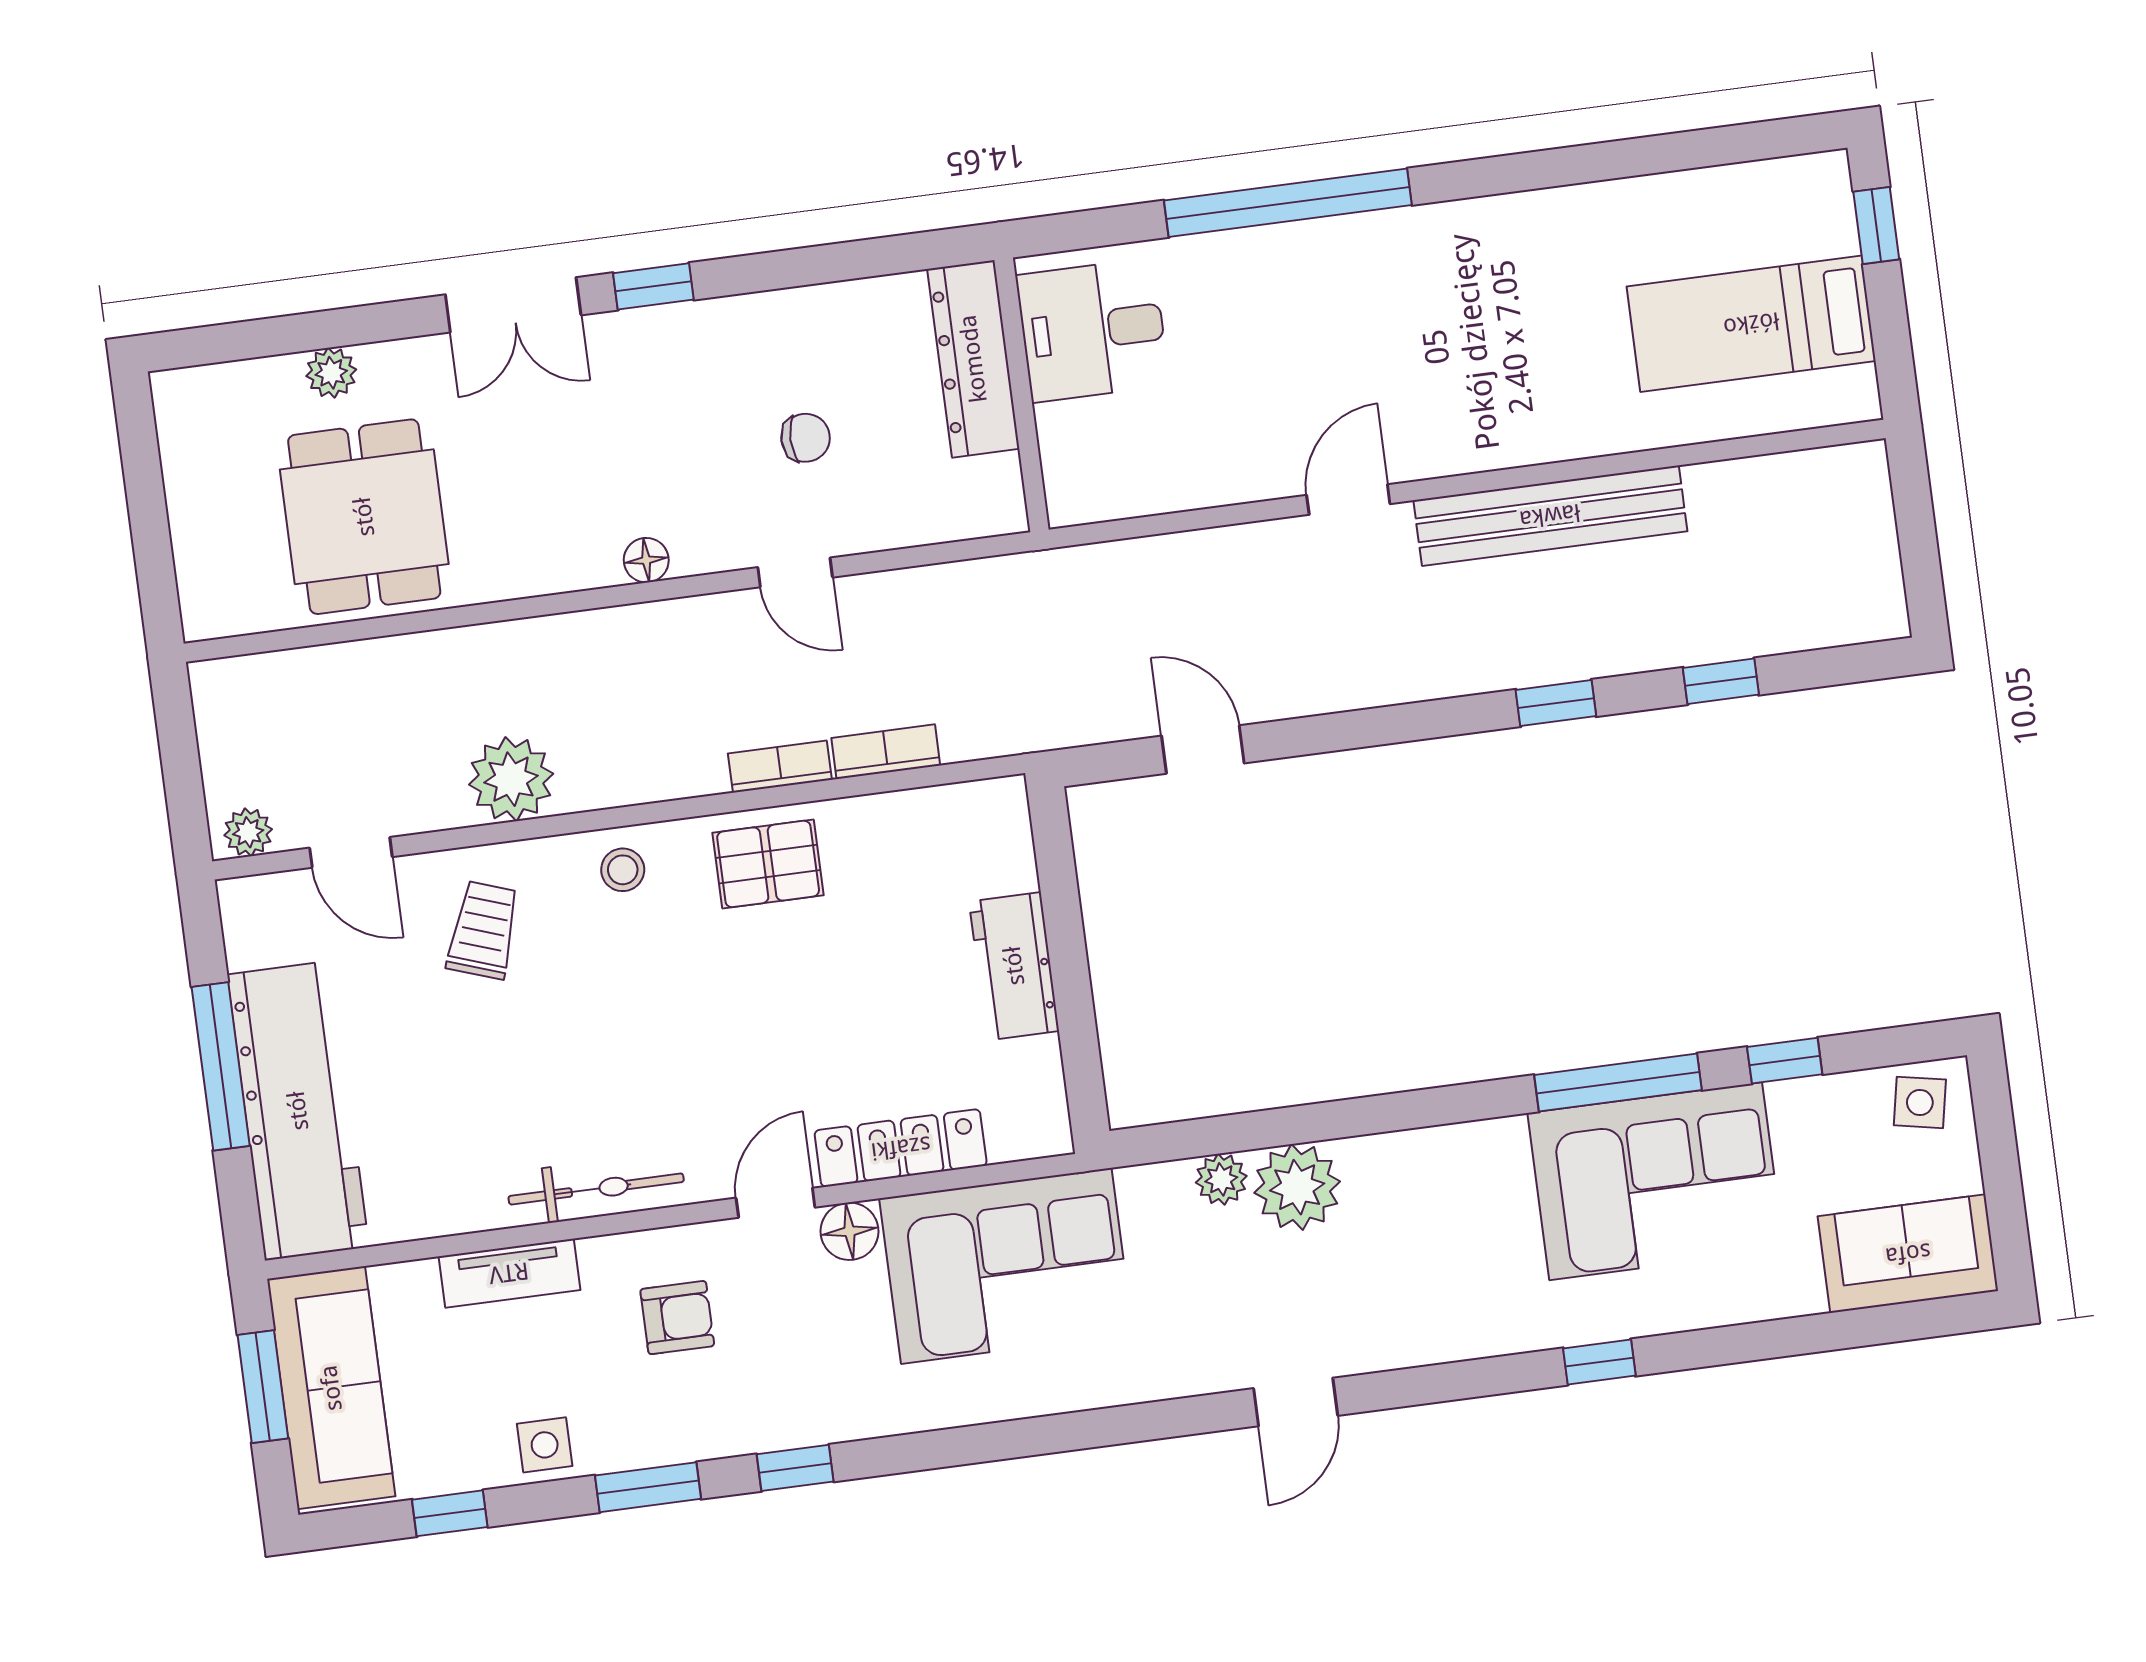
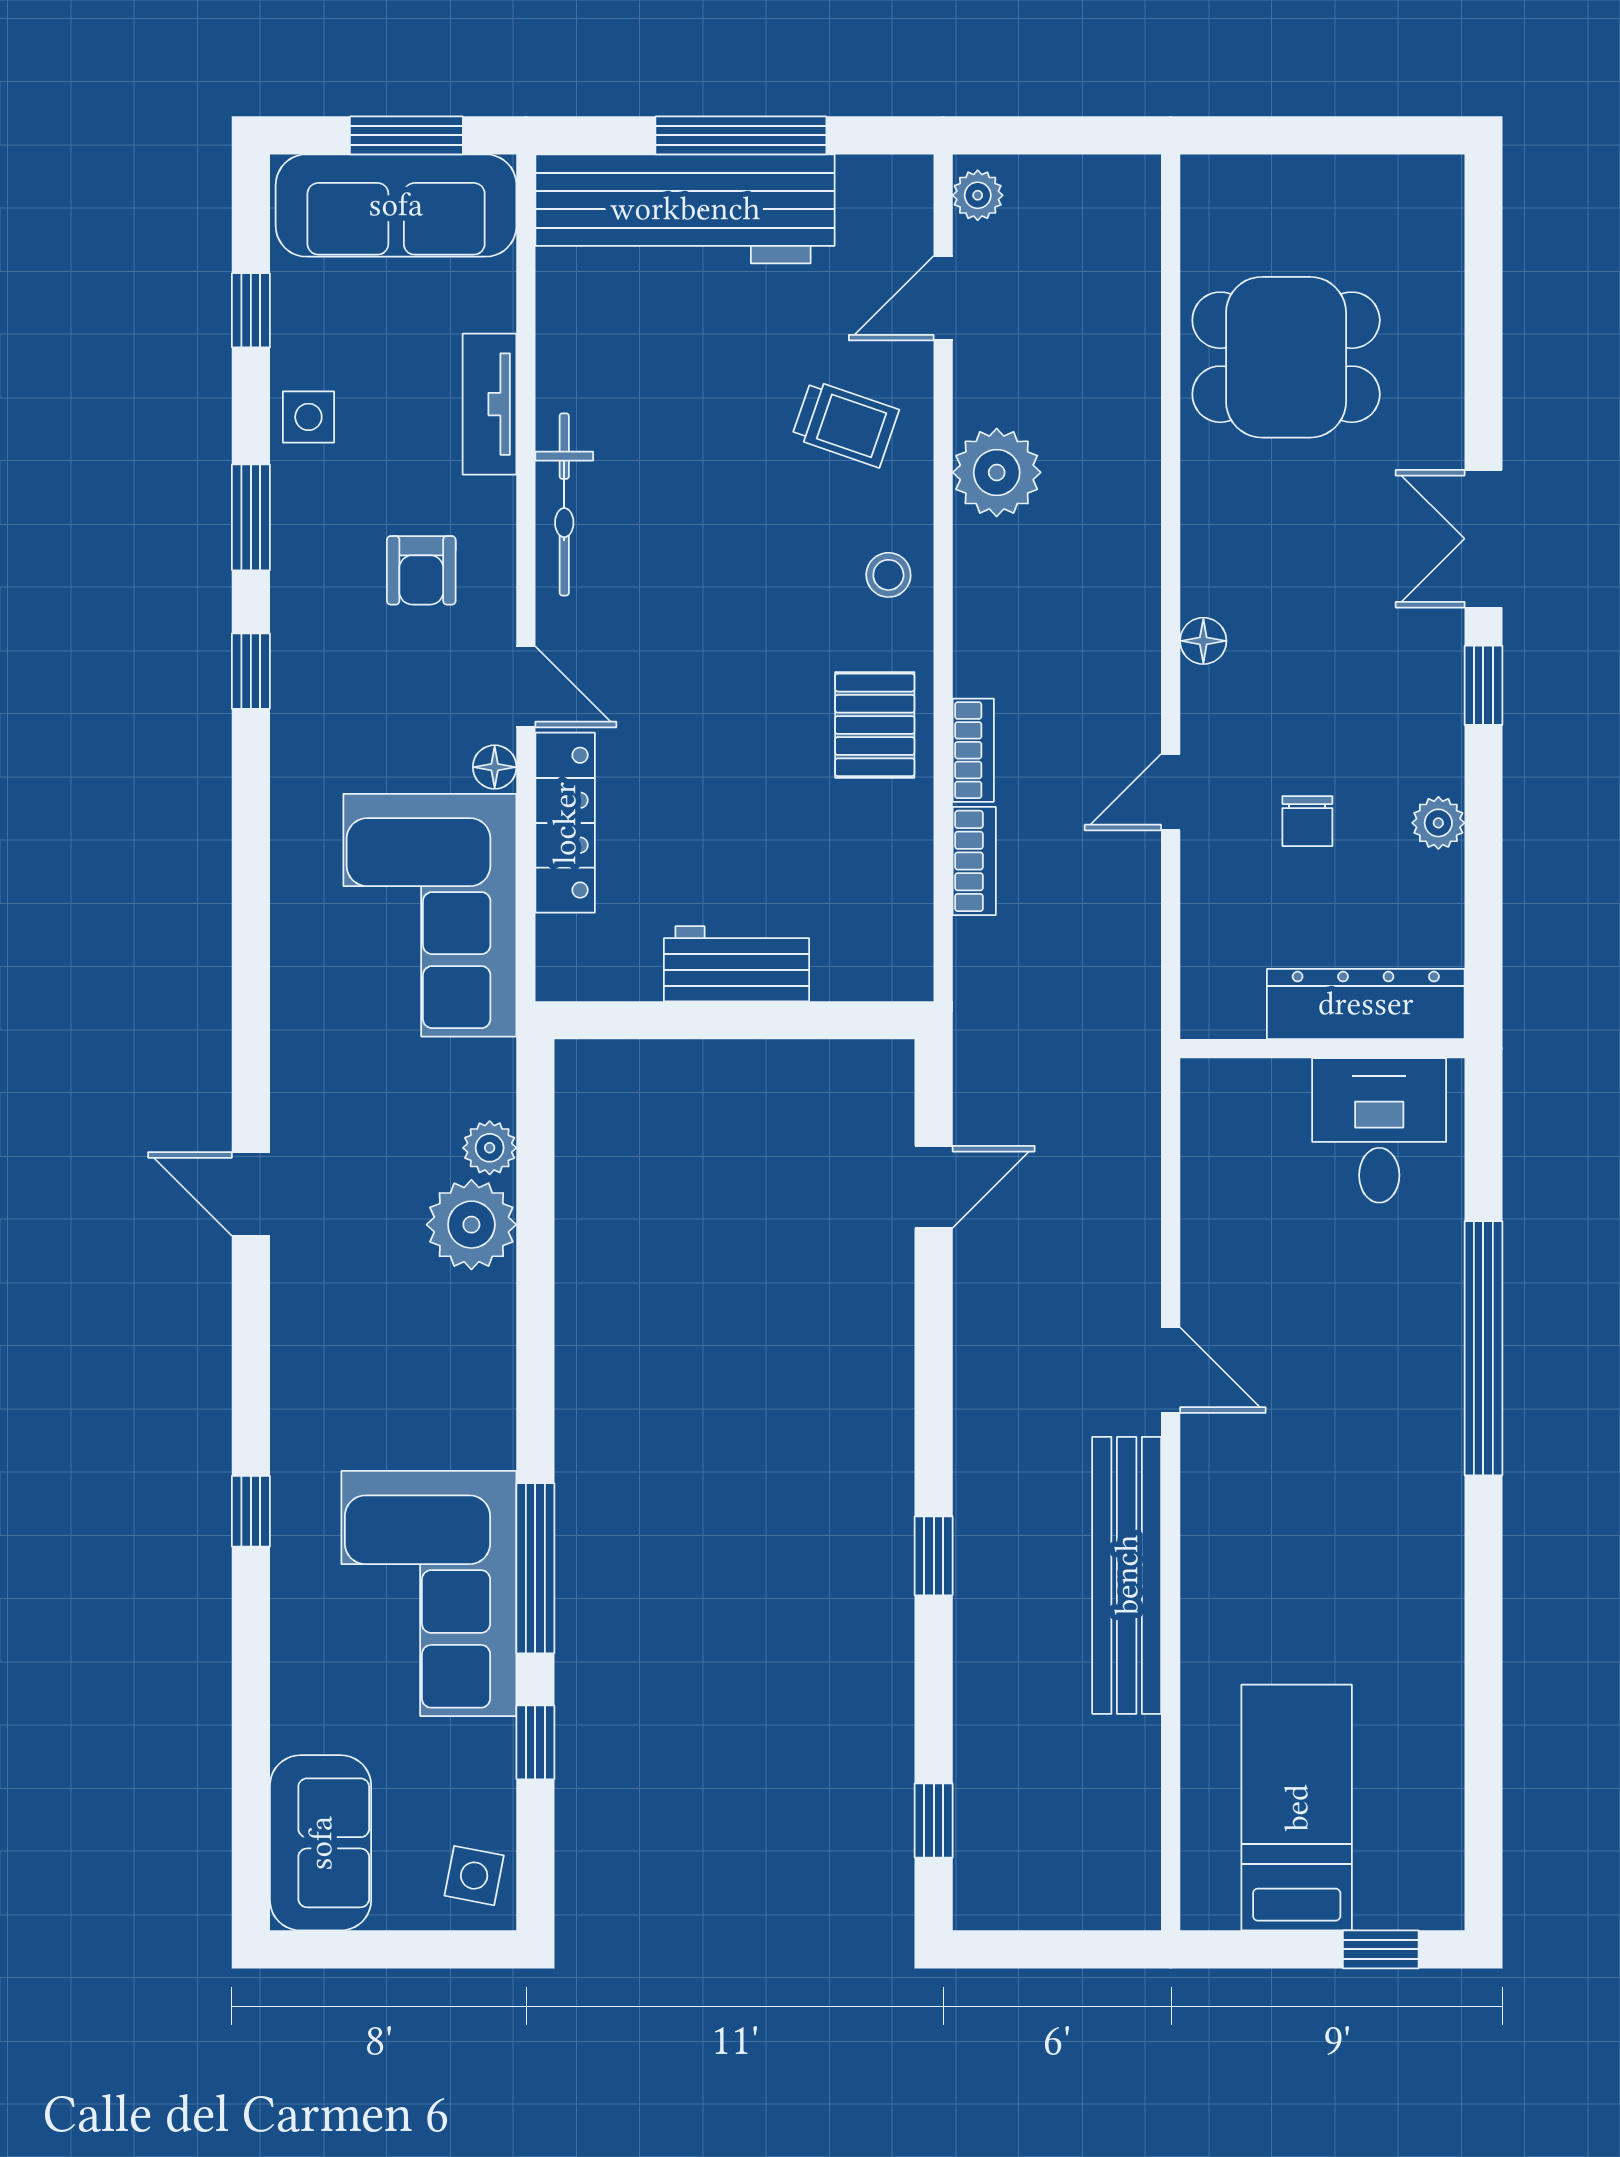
plant: (331, 373) -> (1438, 823), moved
window: (1721, 681) -> (934, 1821), moved
floor lamp: (850, 1231) -> (495, 767), width x0.73, depth x0.73

